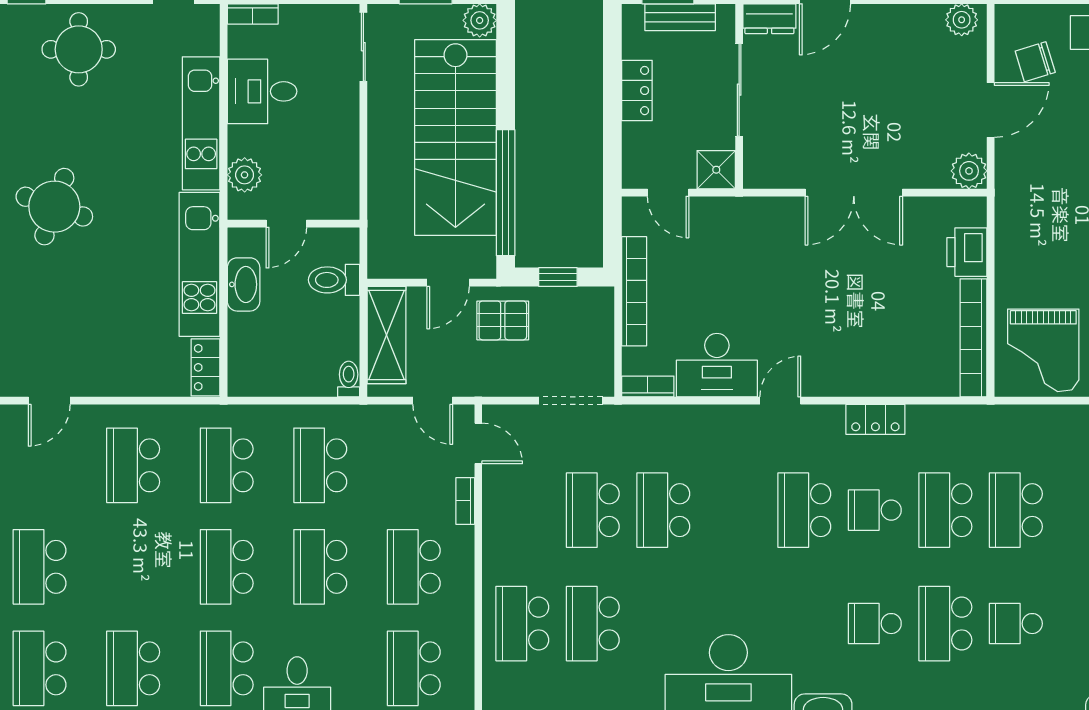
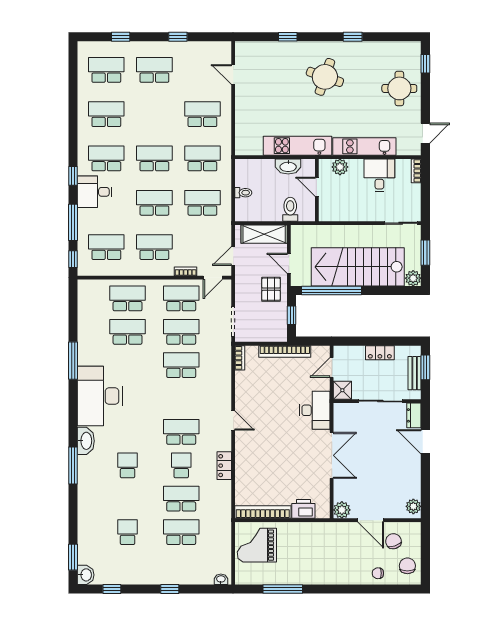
double door: (854, 193) -> (332, 455), swing flipped
desk: (717, 365) -> (315, 410), moved, turned 180
locker: (205, 367) -> (249, 148), removed
toilet: (349, 379) -> (243, 193), moved
school desk: (945, 624) -> (181, 298), moved

